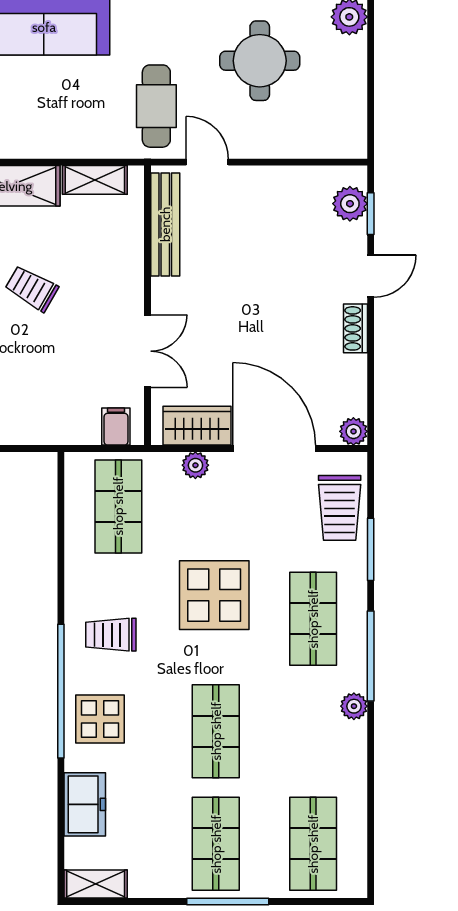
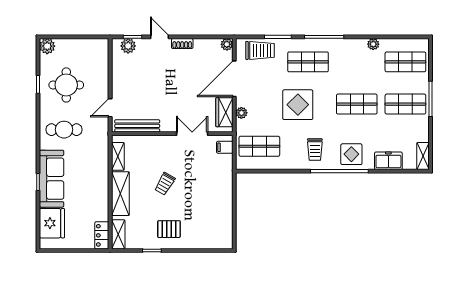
cafe table: (156, 106) -> (64, 130), moved
plant: (354, 706) -> (373, 44), moved

